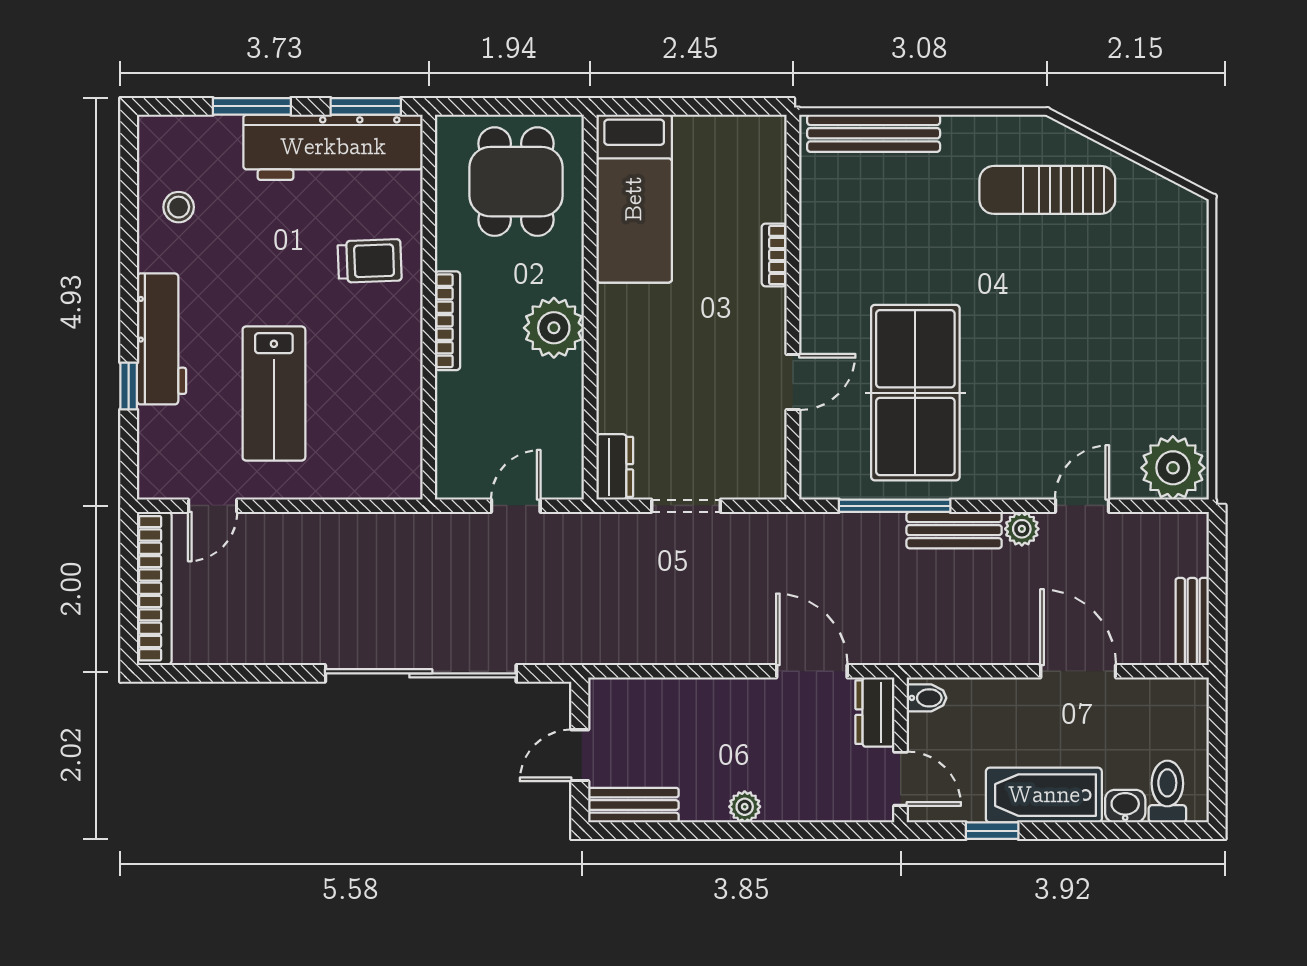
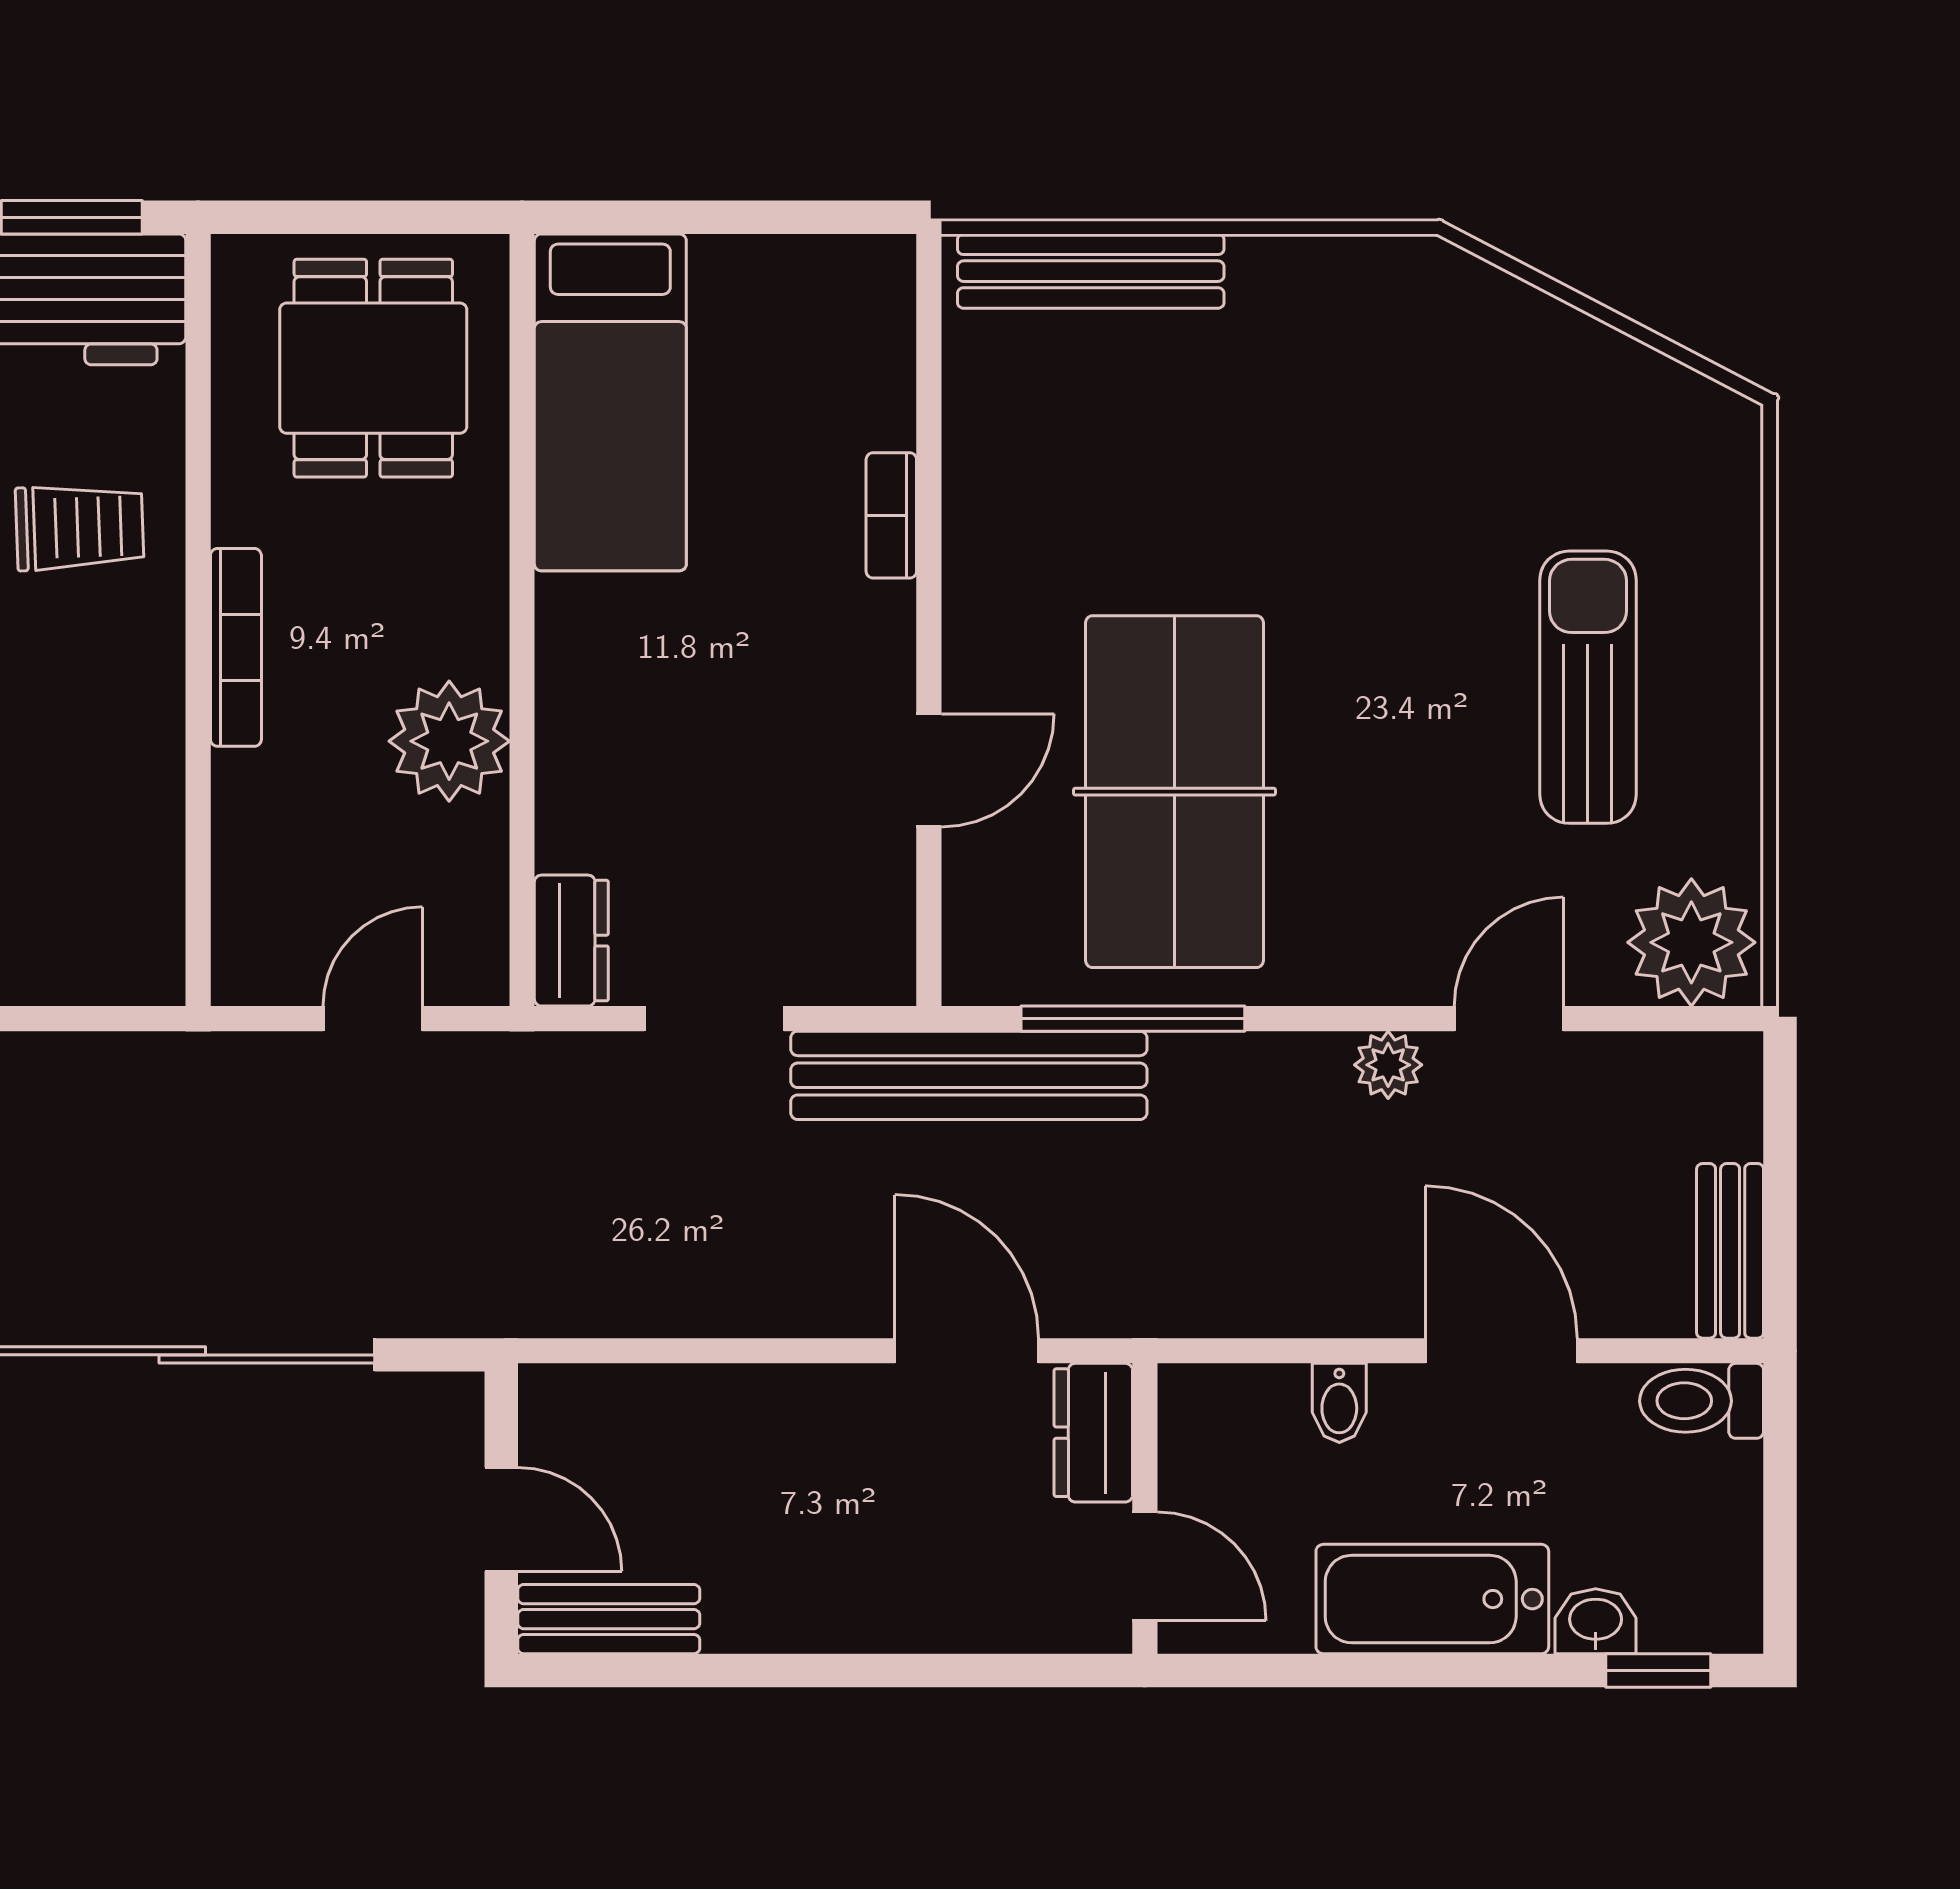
sun lounger: (1047, 190) -> (1588, 687), moved, turned 90
plant: (554, 328) -> (449, 741), moved
bench: (954, 530) -> (969, 1075), moved, width x1.86, depth x1.21
bidet: (927, 698) -> (1339, 1403), moved, turned 90
door: (580, 755) -> (501, 1519), swing flipped
toilet: (1167, 792) -> (1702, 1401), moved, turned -90
plant: (745, 807) -> (832, 1623), removed
window: (992, 831) -> (1658, 1670), moved

